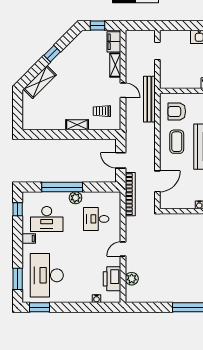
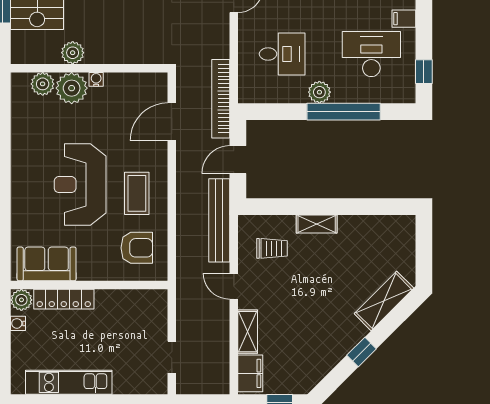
bench: (149, 99) -> (219, 220), moved
door: (121, 160) -> (238, 160), swing flipped

